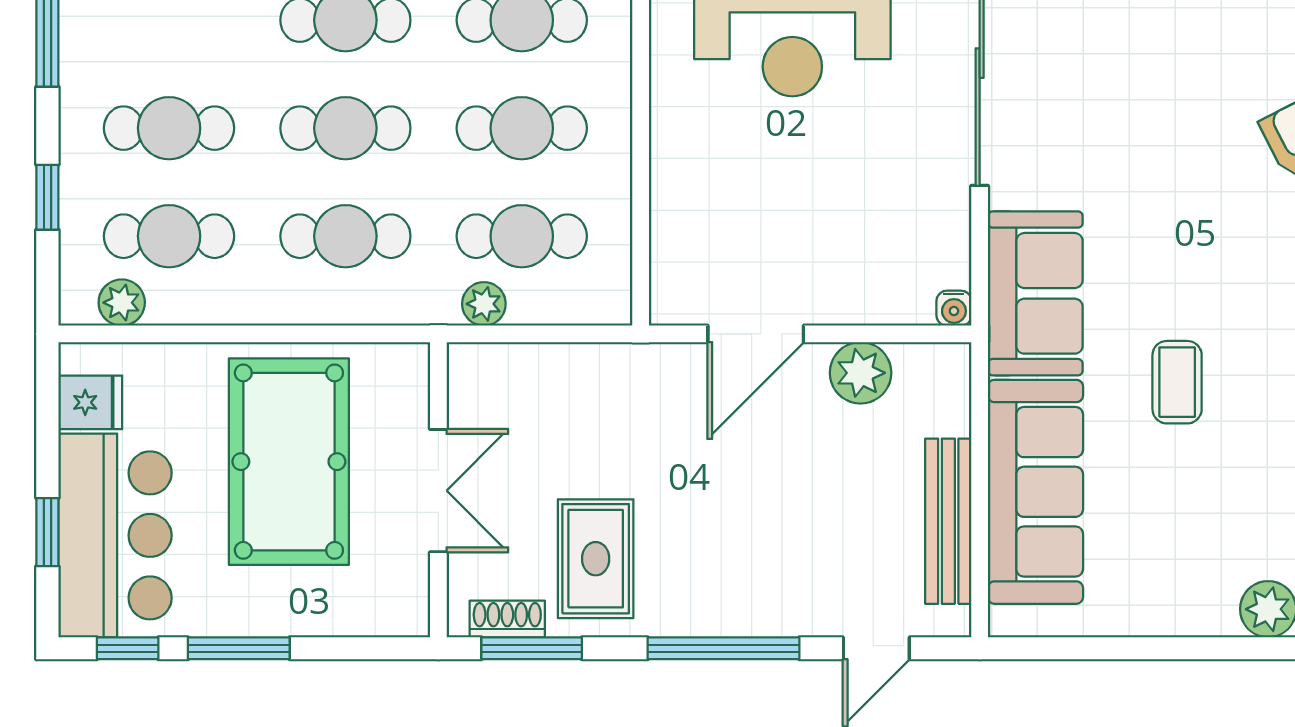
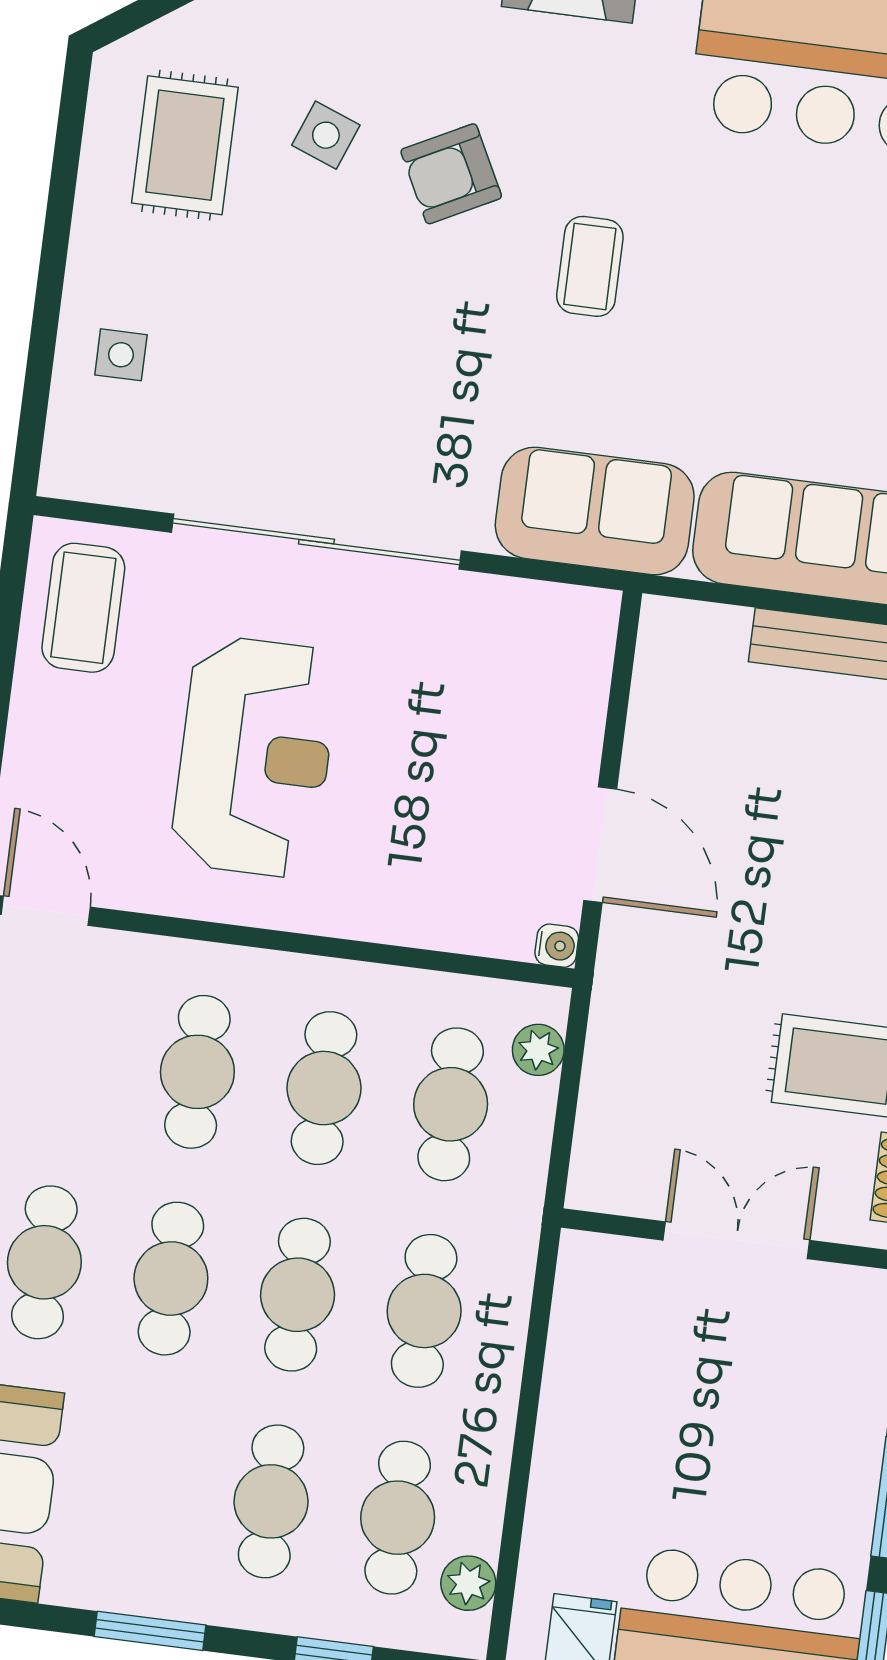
plant: (484, 304) -> (538, 1050), moved
water cooler: (954, 308) -> (557, 946), moved
plant: (861, 373) -> (662, 728), removed
coffee table: (1177, 382) -> (590, 266), moved, turned 90
pool table: (289, 462) -> (680, 1411), removed

